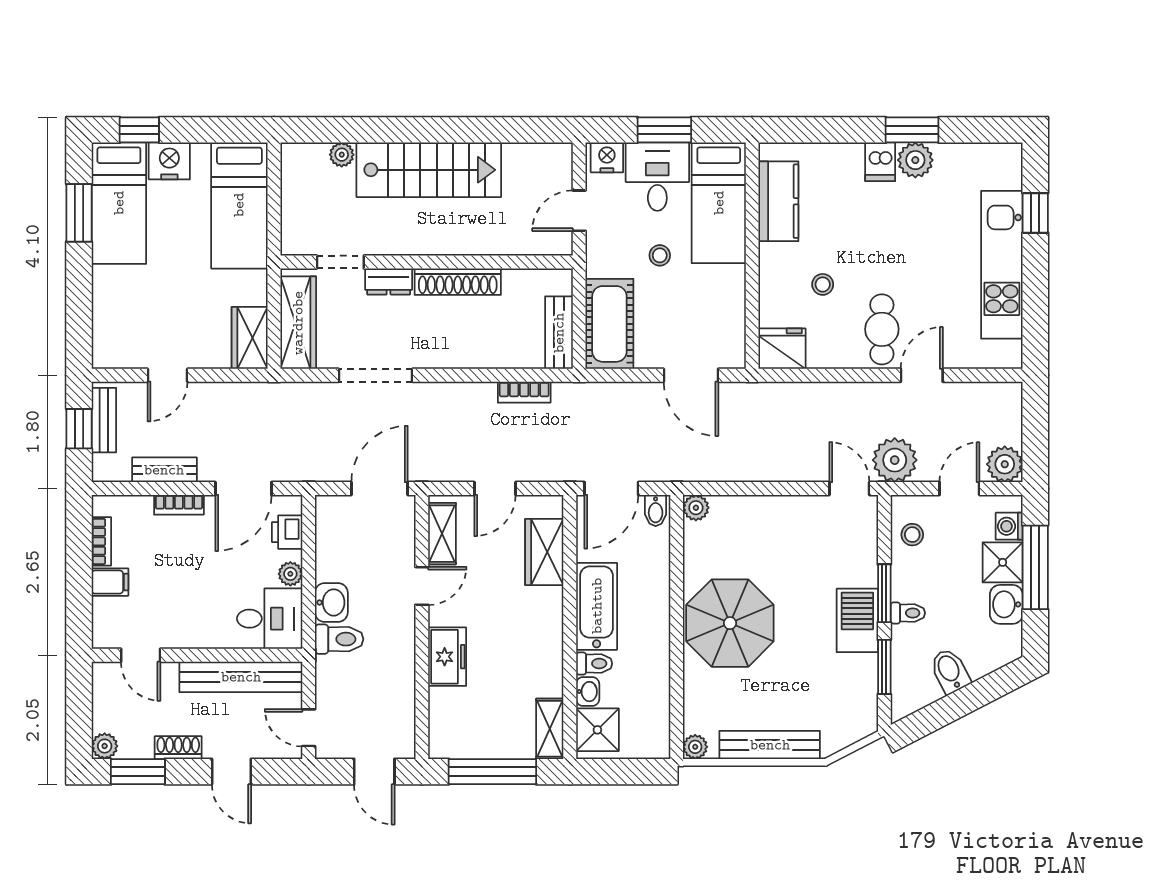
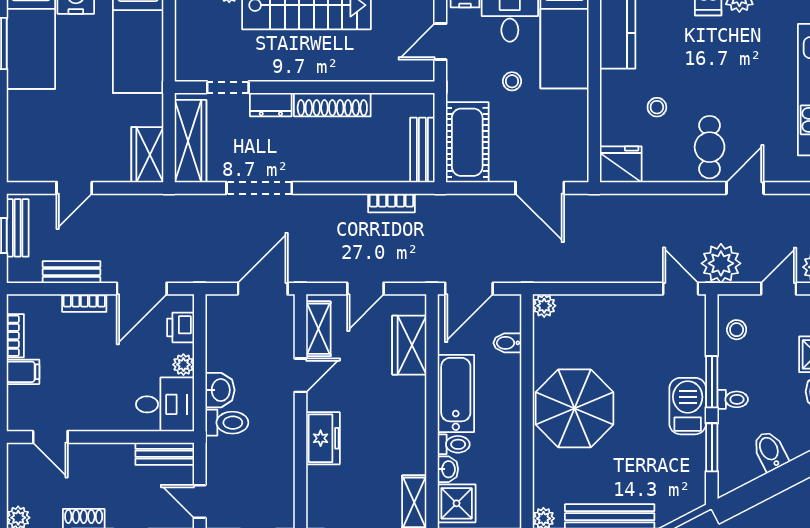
bidet: (656, 511) -> (507, 343), moved, turned 90
bench: (241, 677) -> (165, 454), width x0.54, depth x0.82

